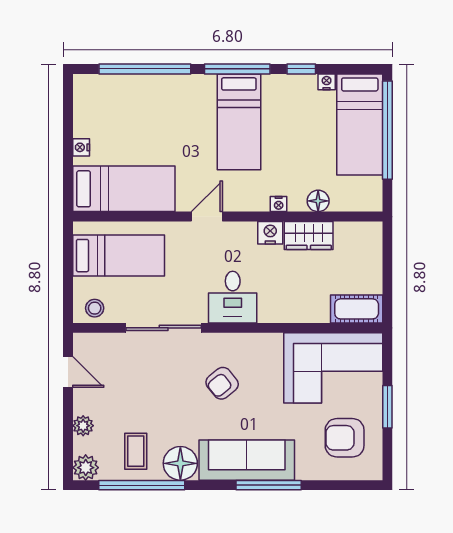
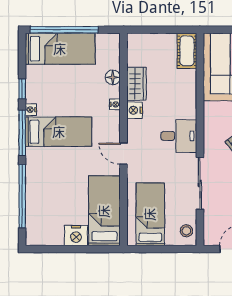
nightstand: (327, 82) -> (31, 110), moved
nightstand: (81, 147) -> (76, 236), width x1.89, depth x1.79

